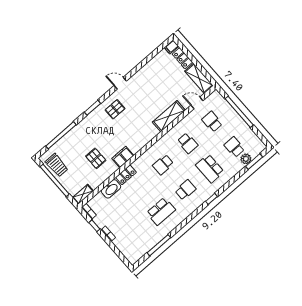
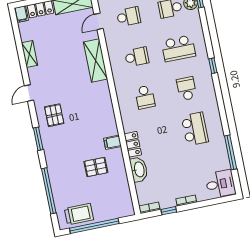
school desk: (212, 122) -> (129, 17), turned 180
filing cabinet: (123, 157) -> (113, 142), width x0.50
shelving: (83, 194) -> (29, 54), moved
desk: (133, 251) -> (220, 184), added

